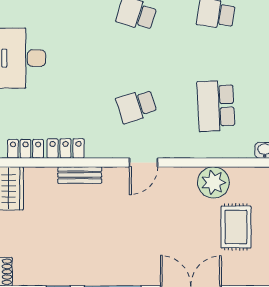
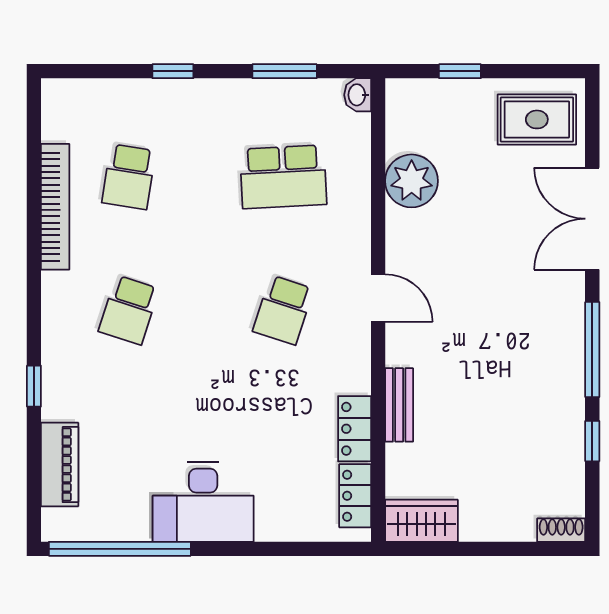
school desk: (136, 106) -> (283, 310), turned 36
rug: (236, 227) -> (537, 119), moved

